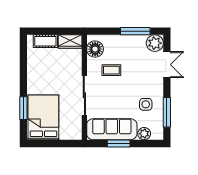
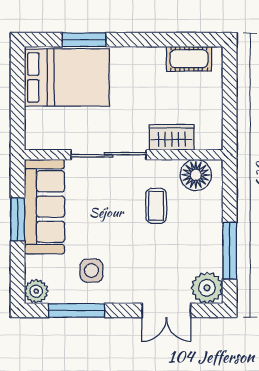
cot: (45, 41) -> (189, 59), moved, turned 90
wardrobe: (70, 42) -> (172, 137), moved, turned 90
plant: (144, 134) -> (36, 291), moved

